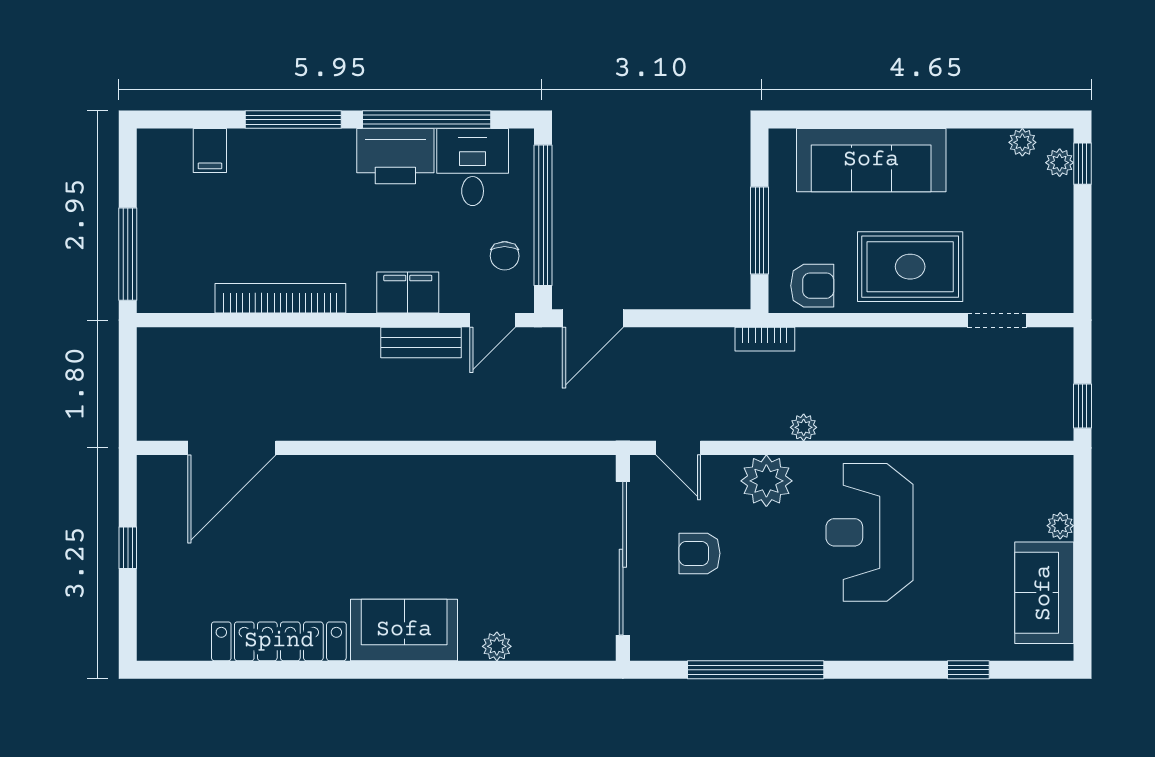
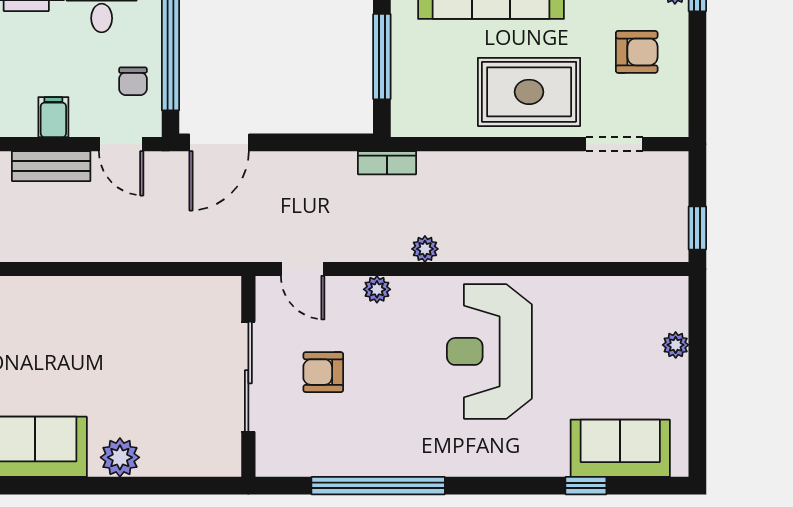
armchair: (812, 286) -> (637, 52), moved
filing cabinet: (408, 292) -> (53, 117), width x0.50
door: (493, 320) -> (121, 144), hinge flipped
plant: (766, 481) -> (377, 289), width x0.53, depth x0.53
sliding door: (623, 558) -> (248, 377), width x0.73
sofa: (1044, 593) -> (620, 448), moved, turned 90
plant: (497, 646) -> (120, 457), width x1.38, depth x1.38

